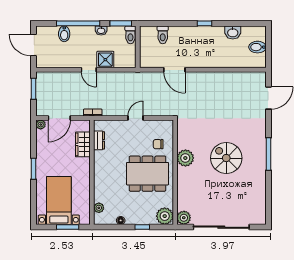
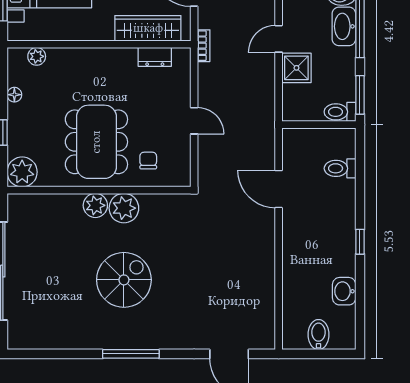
washbasin: (101, 30) -> (344, 26), moved, width x1.91, depth x1.45
door: (174, 70) -> (279, 189), hinge flipped
wardrobe: (83, 144) -> (148, 28), width x1.50
plant: (184, 218) -> (95, 205), moved

